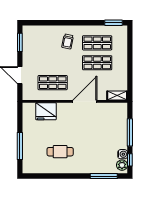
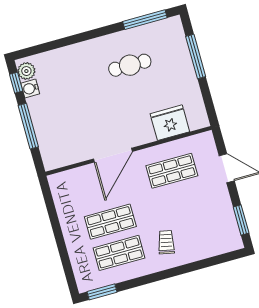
shelving: (117, 96) -> (64, 178), removed
window: (104, 176) -> (145, 20), moved

